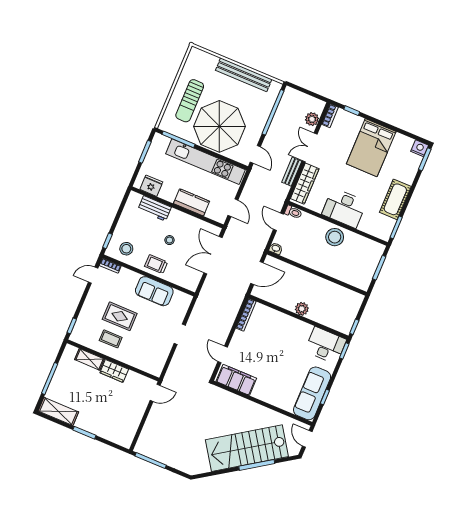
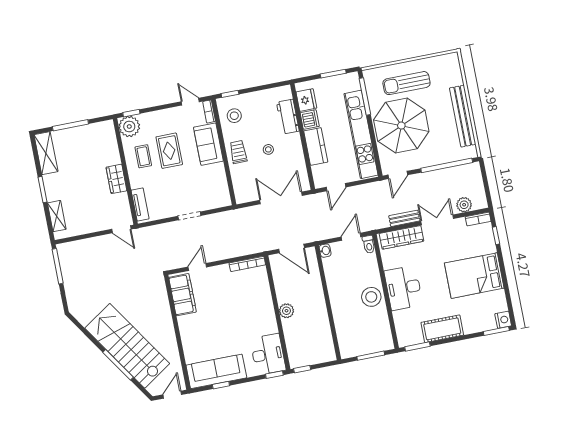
dishwasher: (168, 193) -> (310, 120), added
sofa: (154, 291) -> (208, 144), moved
plant: (81, 334) -> (129, 126), added
shelving: (89, 359) -> (57, 216), moved
tv unit: (146, 366) -> (140, 204), added

